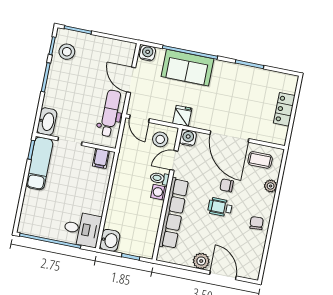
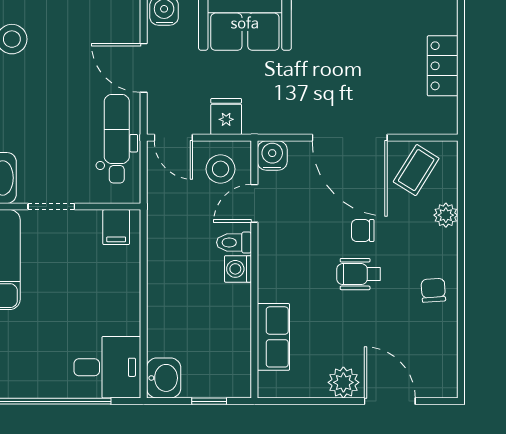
fridge: (182, 116) -> (226, 116), moved
coffee table: (260, 160) -> (416, 170), turned -58
row of seats: (174, 213) -> (273, 337), width x0.50

